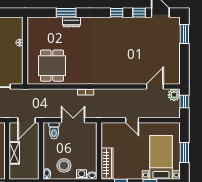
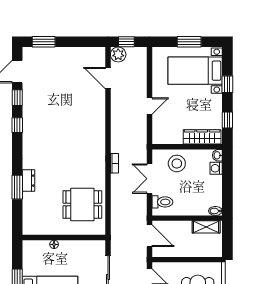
shelving: (14, 153) -> (206, 227), moved
stool: (64, 165) -> (177, 163), moved

